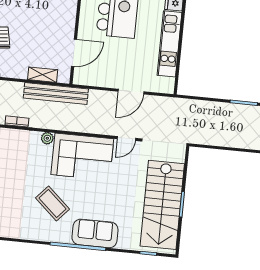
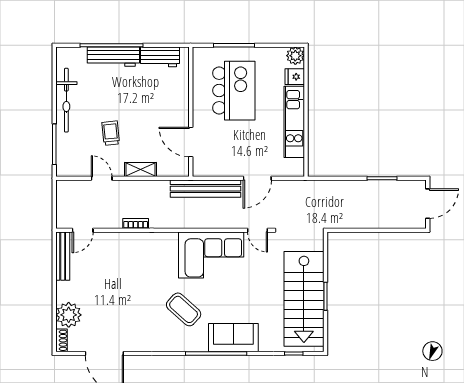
door: (74, 53) -> (191, 142), swing flipped
shelving: (43, 75) -> (140, 169), moved
bench: (56, 93) -> (206, 189), moved
plant: (47, 138) -> (171, 238), removed
door: (126, 139) -> (257, 230), hinge flipped

